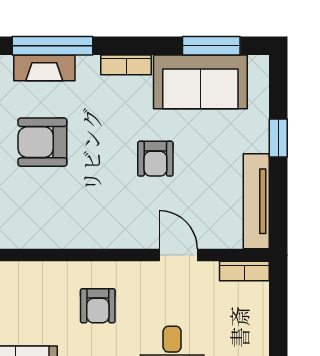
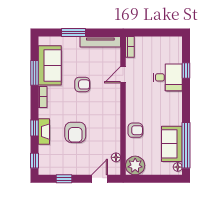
window: (53, 46) -> (34, 128), width x0.46
window: (211, 46) -> (34, 73), moved
window: (278, 138) -> (74, 32), width x1.50
armchair: (98, 306) -> (135, 130), moved

